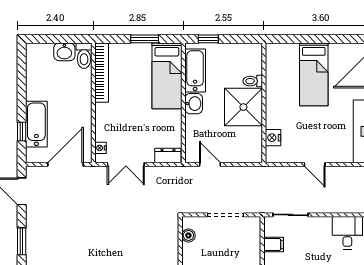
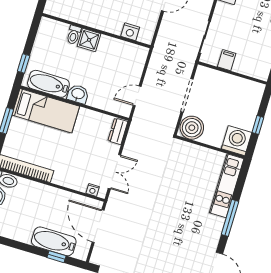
shower: (243, 107) -> (89, 40), width x0.54, depth x0.54
boiler: (188, 235) -> (192, 128), width x1.86, depth x1.86

